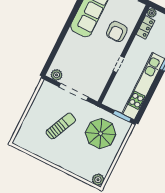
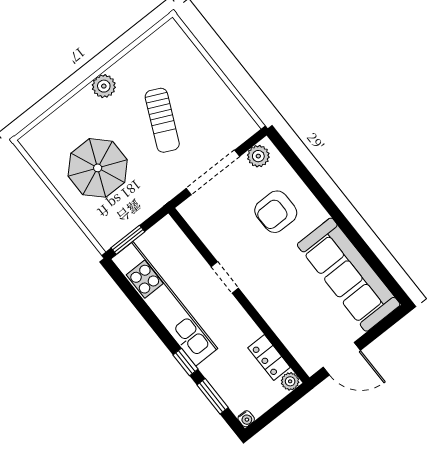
armchair: (117, 31) -> (276, 212), moved, turned -90
parasol: (101, 134) -> (98, 168), moved
plant: (98, 180) -> (104, 86), moved

